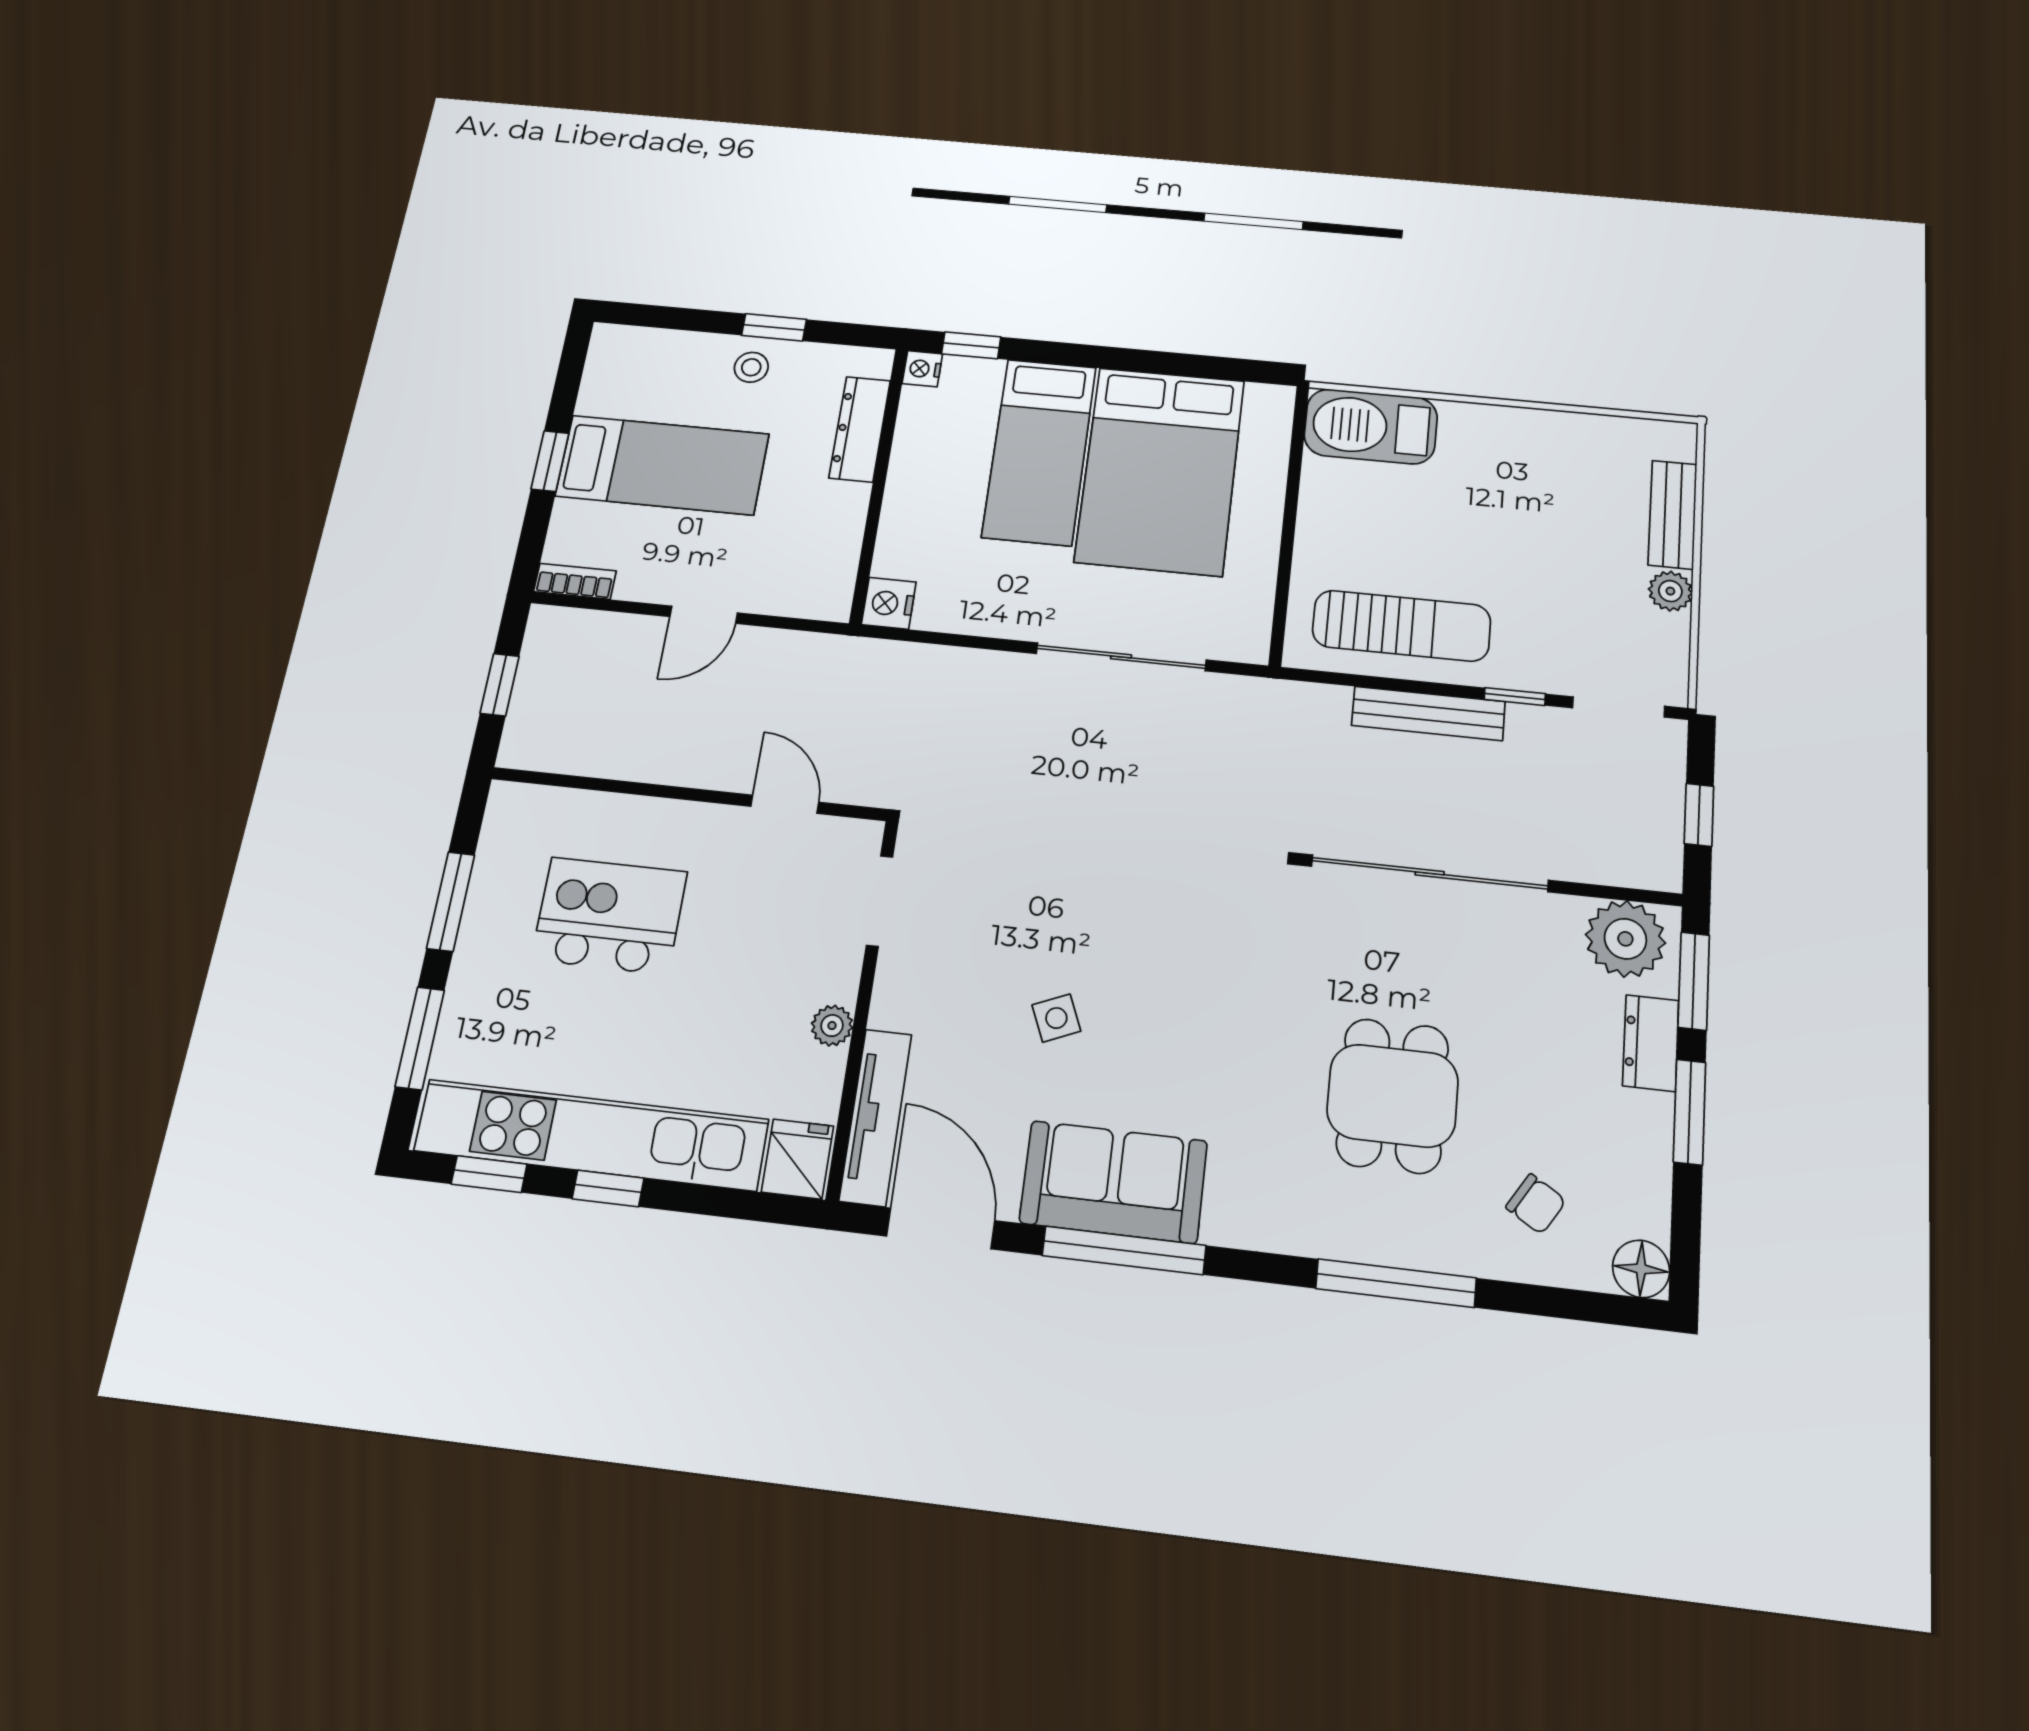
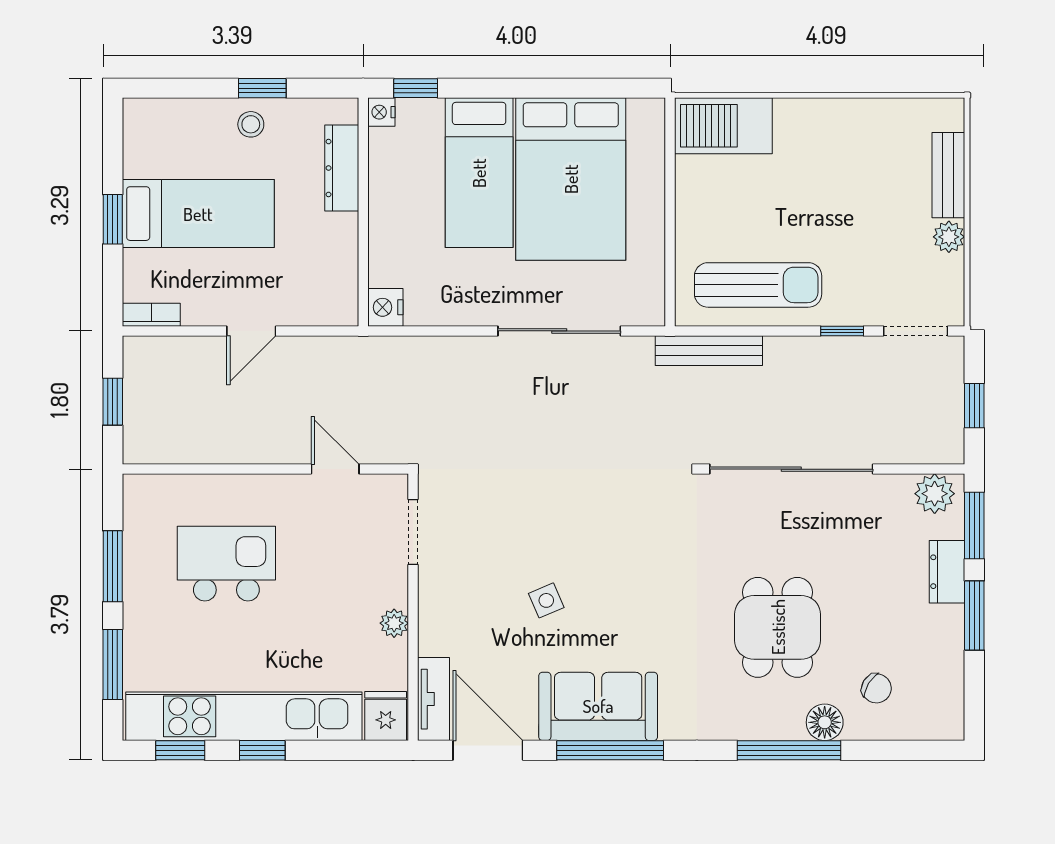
bench: (1428, 713) -> (709, 351), moved
plant: (1625, 939) -> (935, 494), width x0.73, depth x0.73
tv unit: (876, 1117) -> (434, 699), width x0.71
floor lamp: (1641, 1269) -> (825, 722), moved

